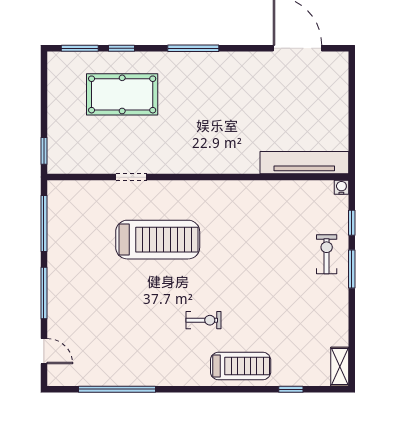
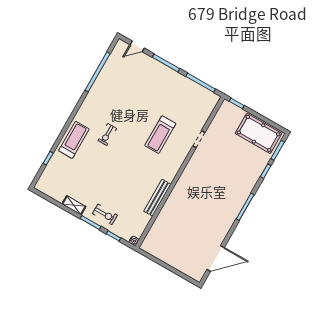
pool table: (122, 94) -> (258, 133), moved, turned 90
tv unit: (304, 163) -> (157, 229), removed
bench: (256, 189) -> (157, 198), added
treadmill: (158, 240) -> (160, 135), width x0.73, depth x0.73
treadmill: (241, 366) -> (74, 140), turned 180
shelving: (340, 367) -> (74, 205), moved

